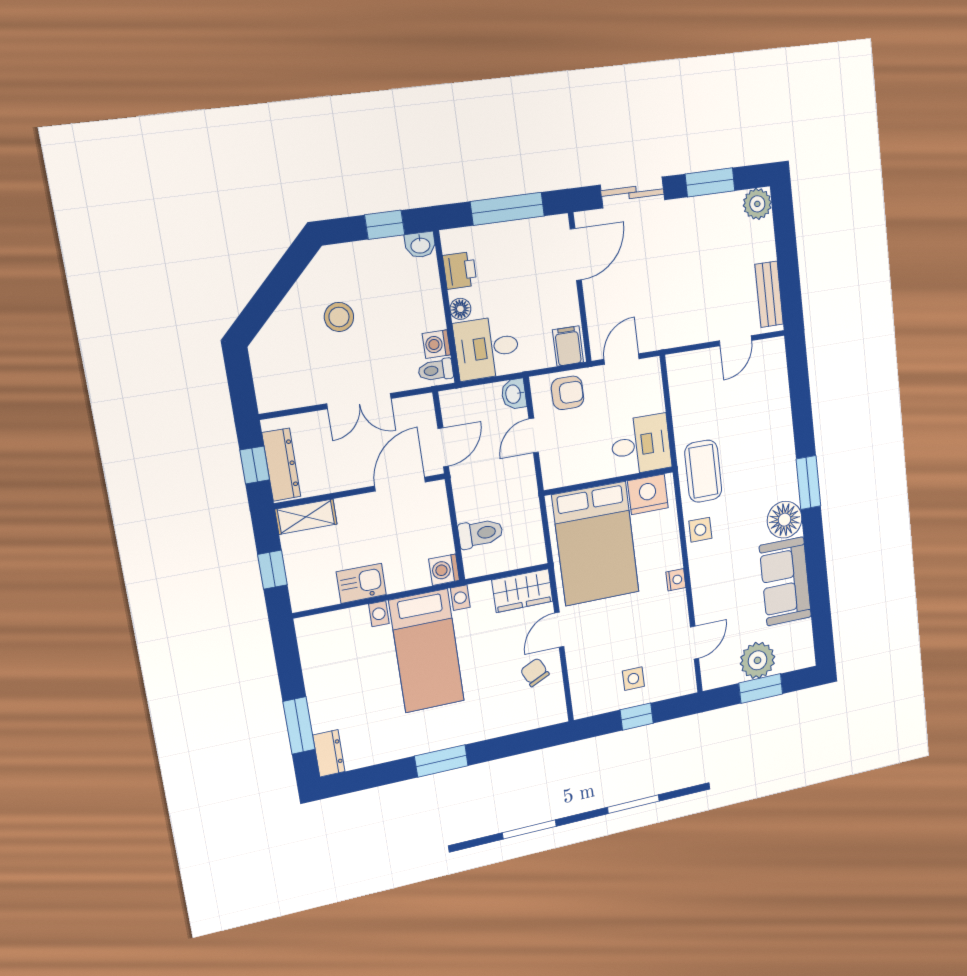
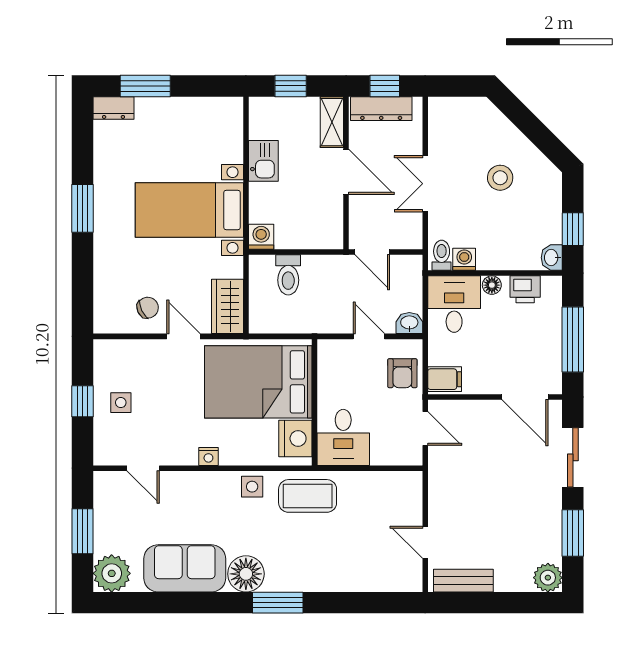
door: (400, 484) -> (346, 172), moved
plant: (758, 660) -> (112, 573), moved

